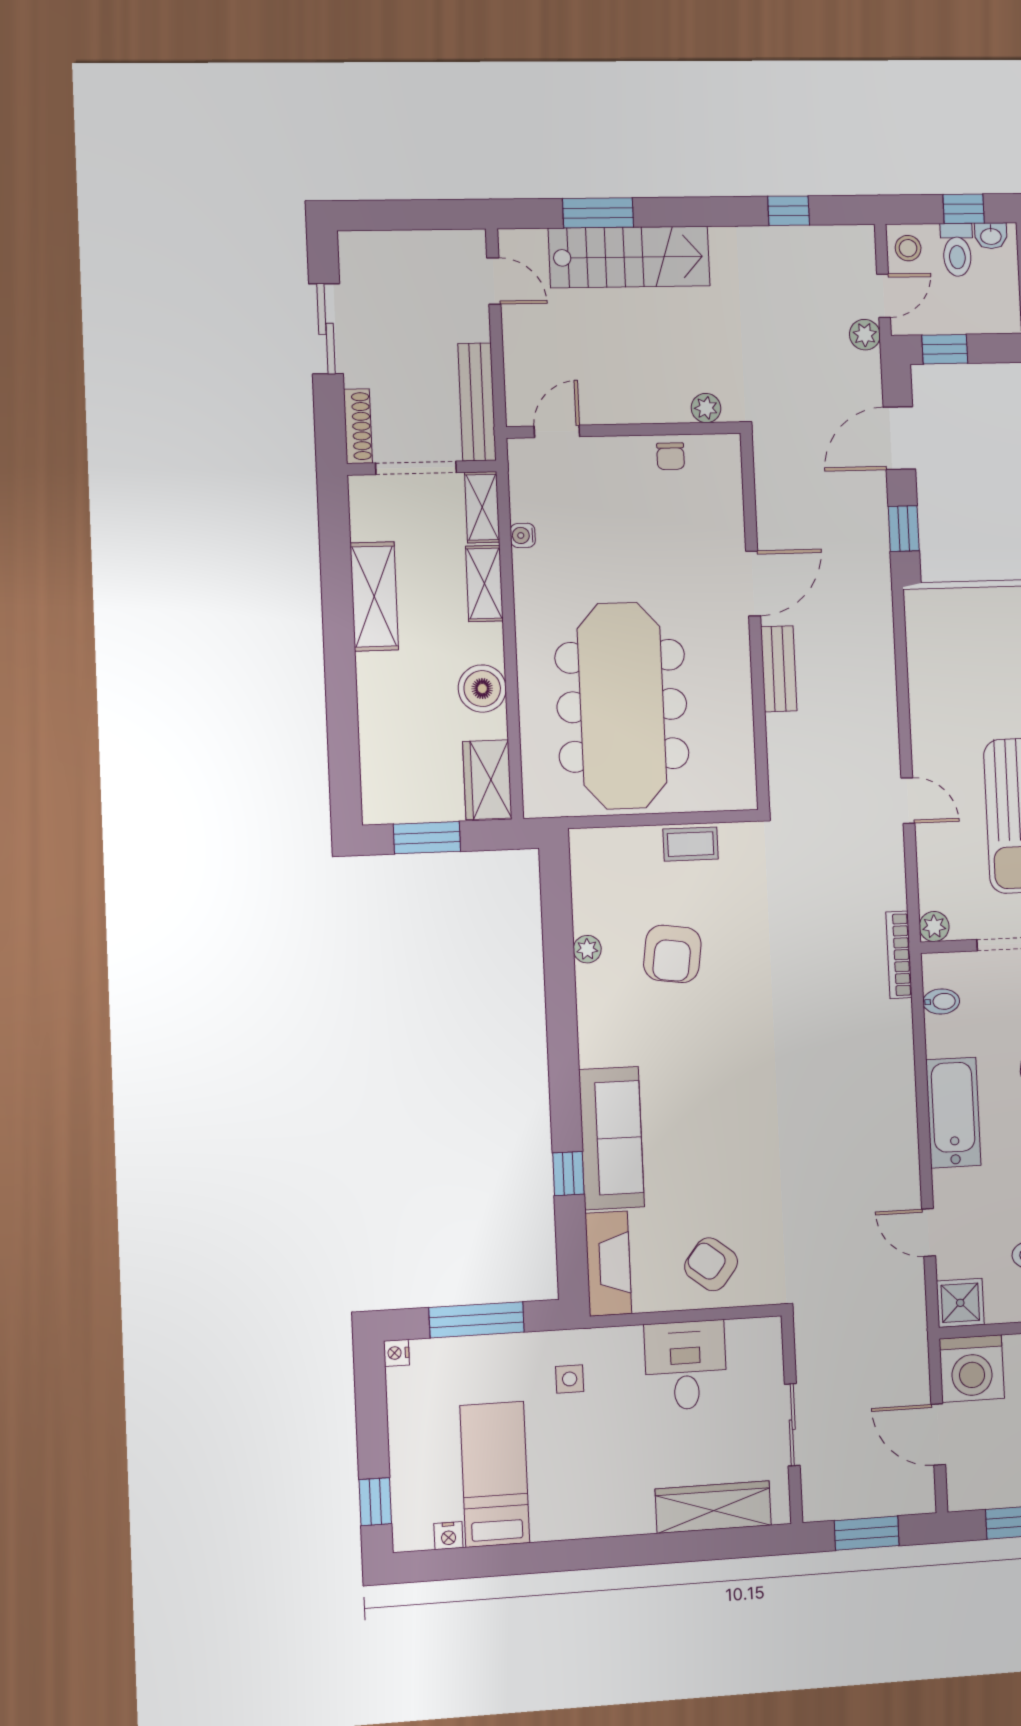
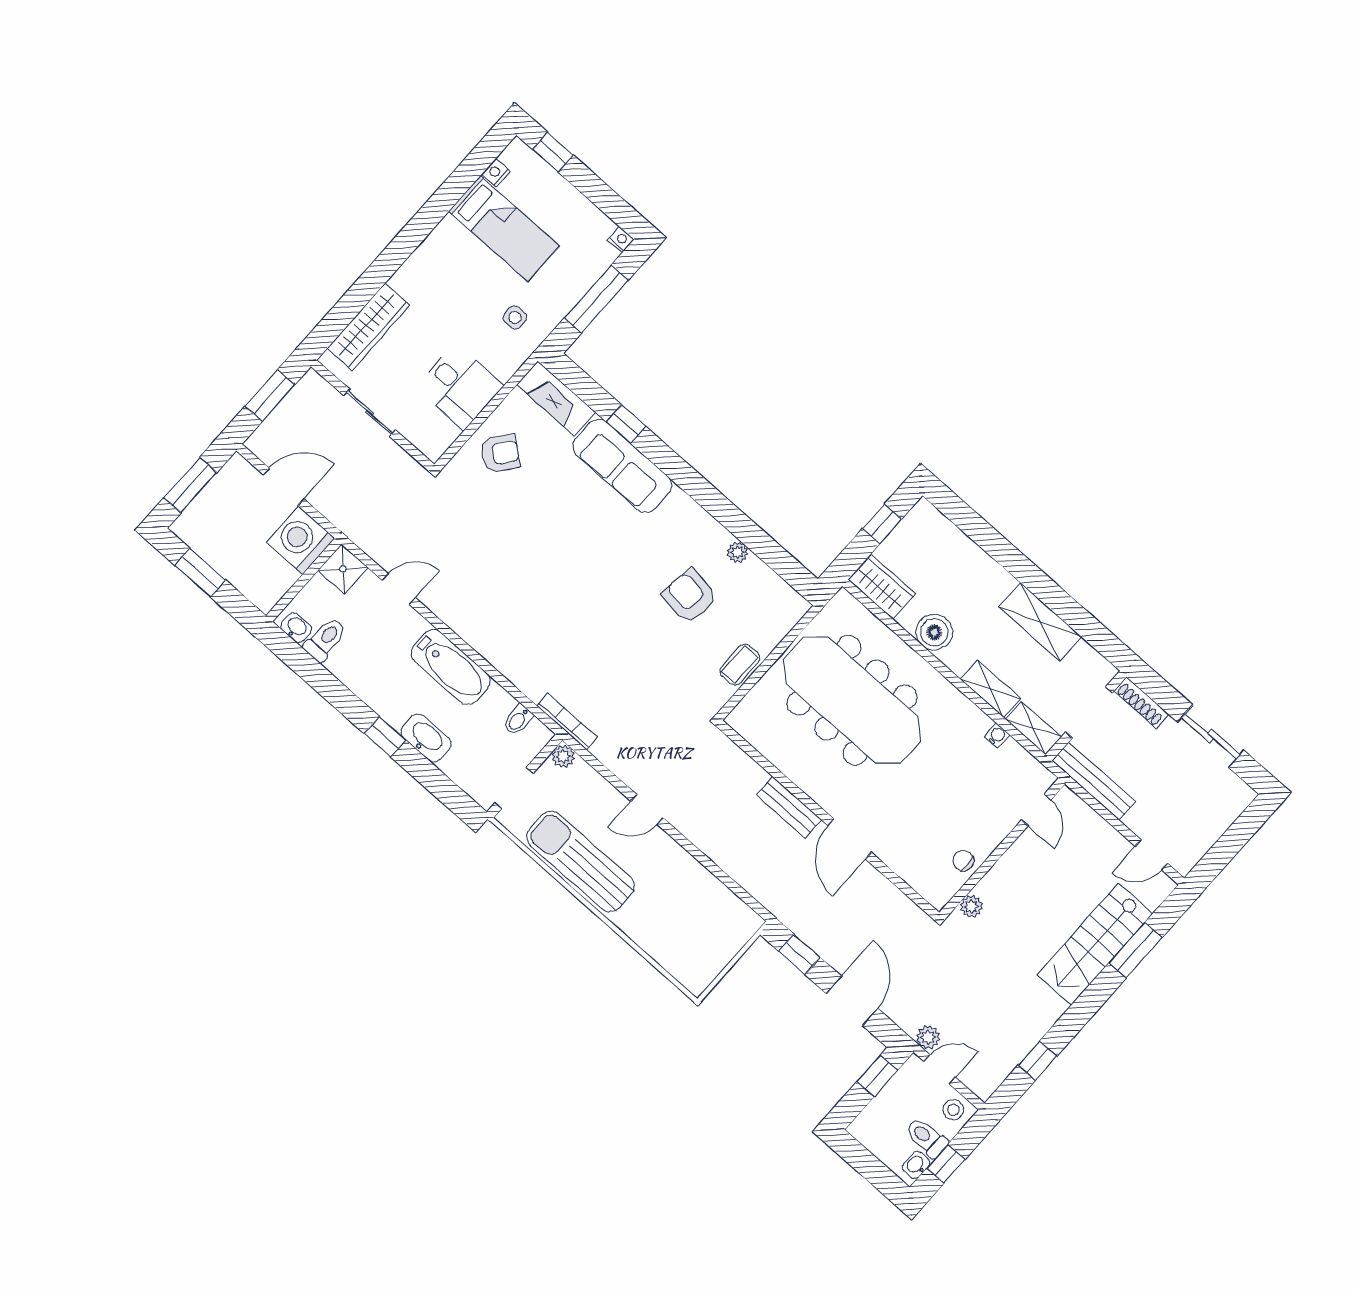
door: (884, 296) -> (940, 1069), swing flipped
window: (427, 838) -> (882, 524), width x0.67

